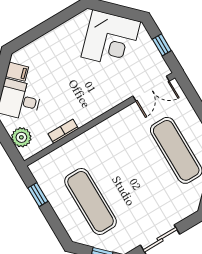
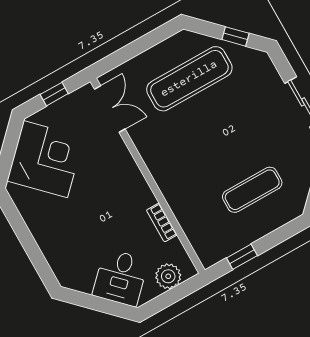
filing cabinet: (17, 72) -> (84, 280), removed
exercise mat: (91, 201) -> (252, 190), width x0.73, depth x0.69

